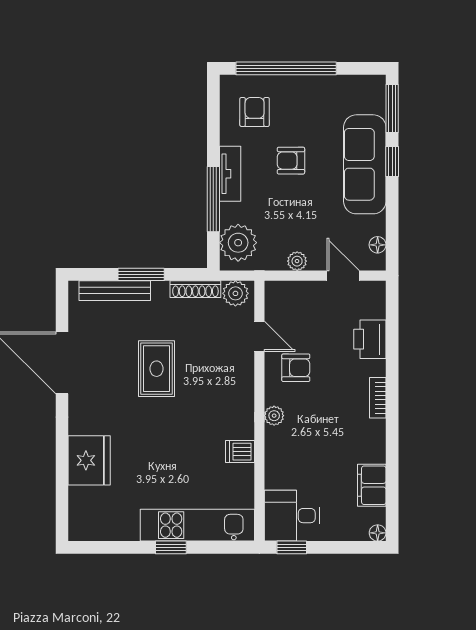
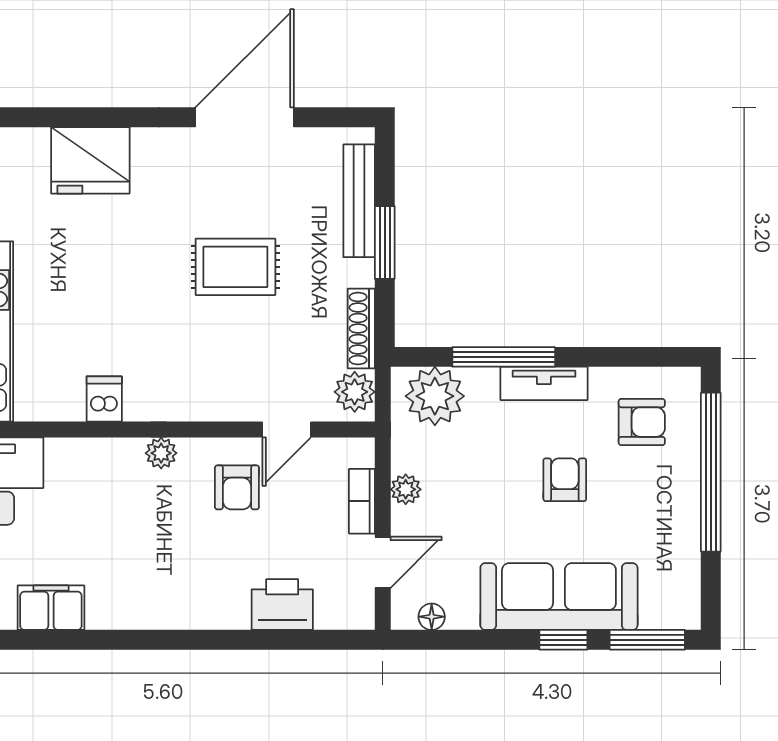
bookcase: (378, 398) -> (362, 501), moved, turned -90

